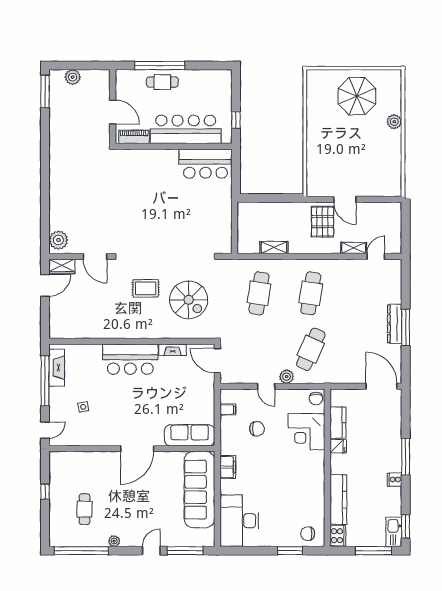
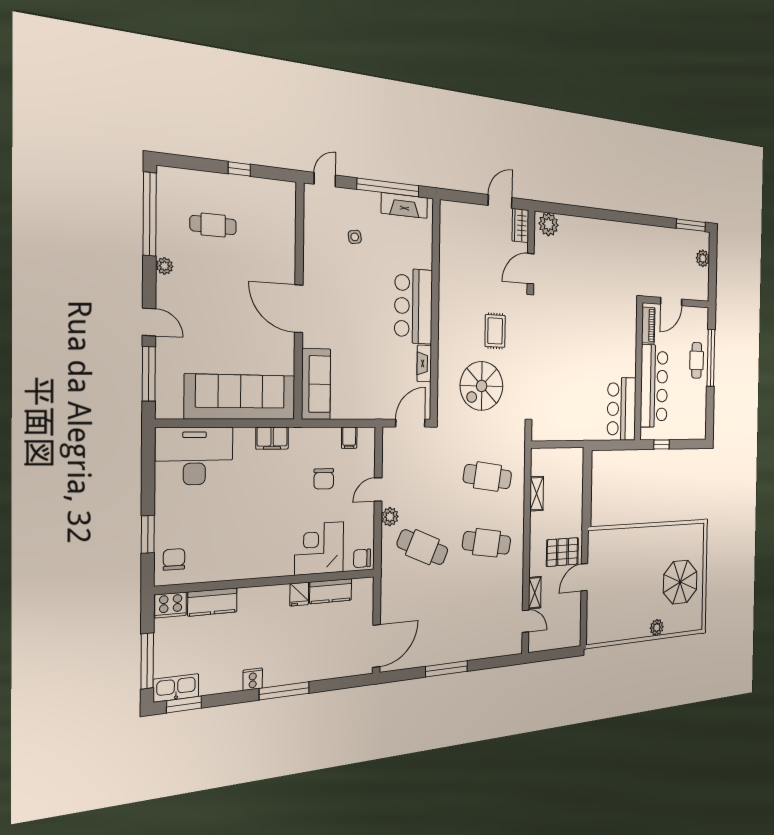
door: (45, 285) -> (500, 201), swing flipped
dresser: (395, 324) -> (451, 654), removed
door: (45, 430) -> (325, 180), swing flipped
kitchen counter: (338, 500) -> (212, 602), width x0.67

